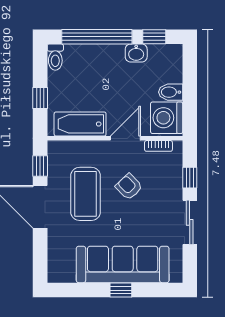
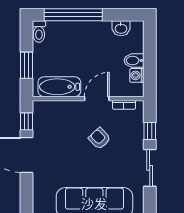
window: (154, 37) -> (121, 15), removed
washbasin: (136, 53) -> (121, 28), moved
window: (40, 98) -> (26, 65), width x1.50
washing machine: (167, 118) -> (137, 75), width x0.53, depth x0.53
coffee table: (86, 194) -> (64, 144), removed

